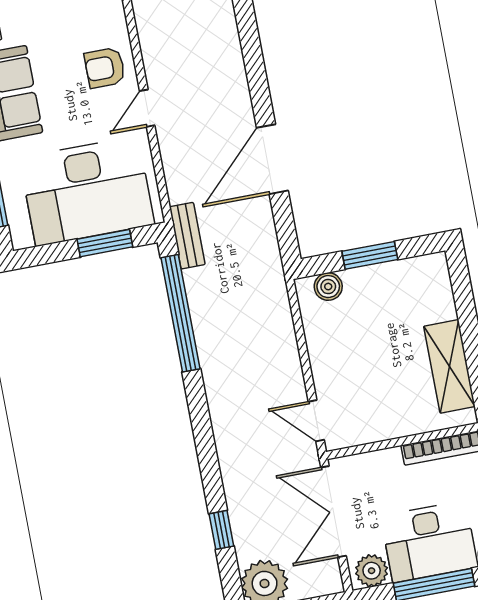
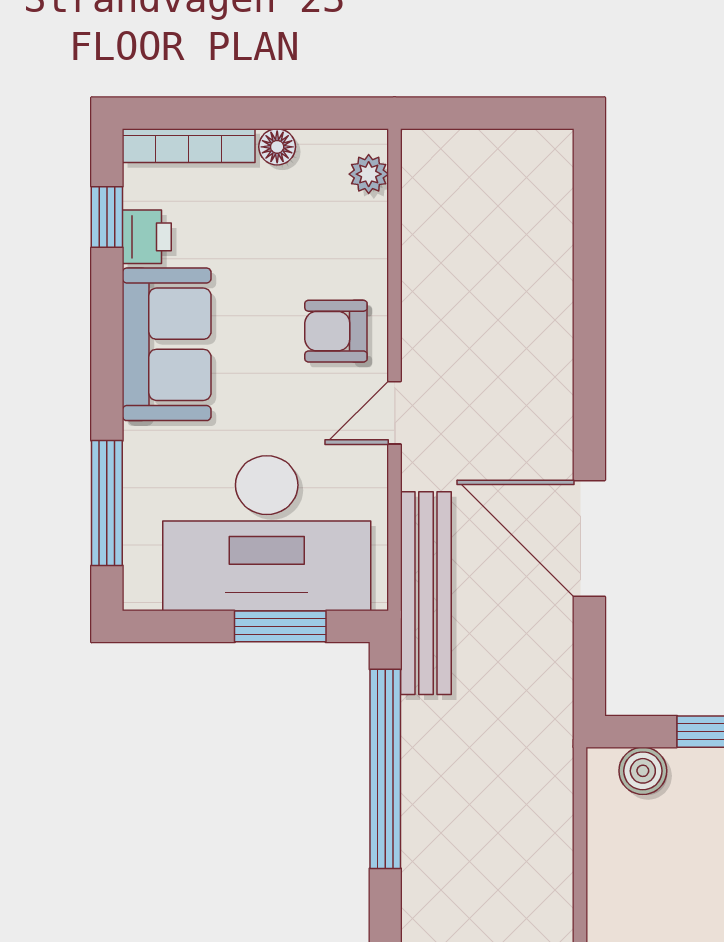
door: (272, 159) -> (589, 538), hinge flipped
bench: (187, 236) -> (426, 593), width x1.86, depth x1.21

